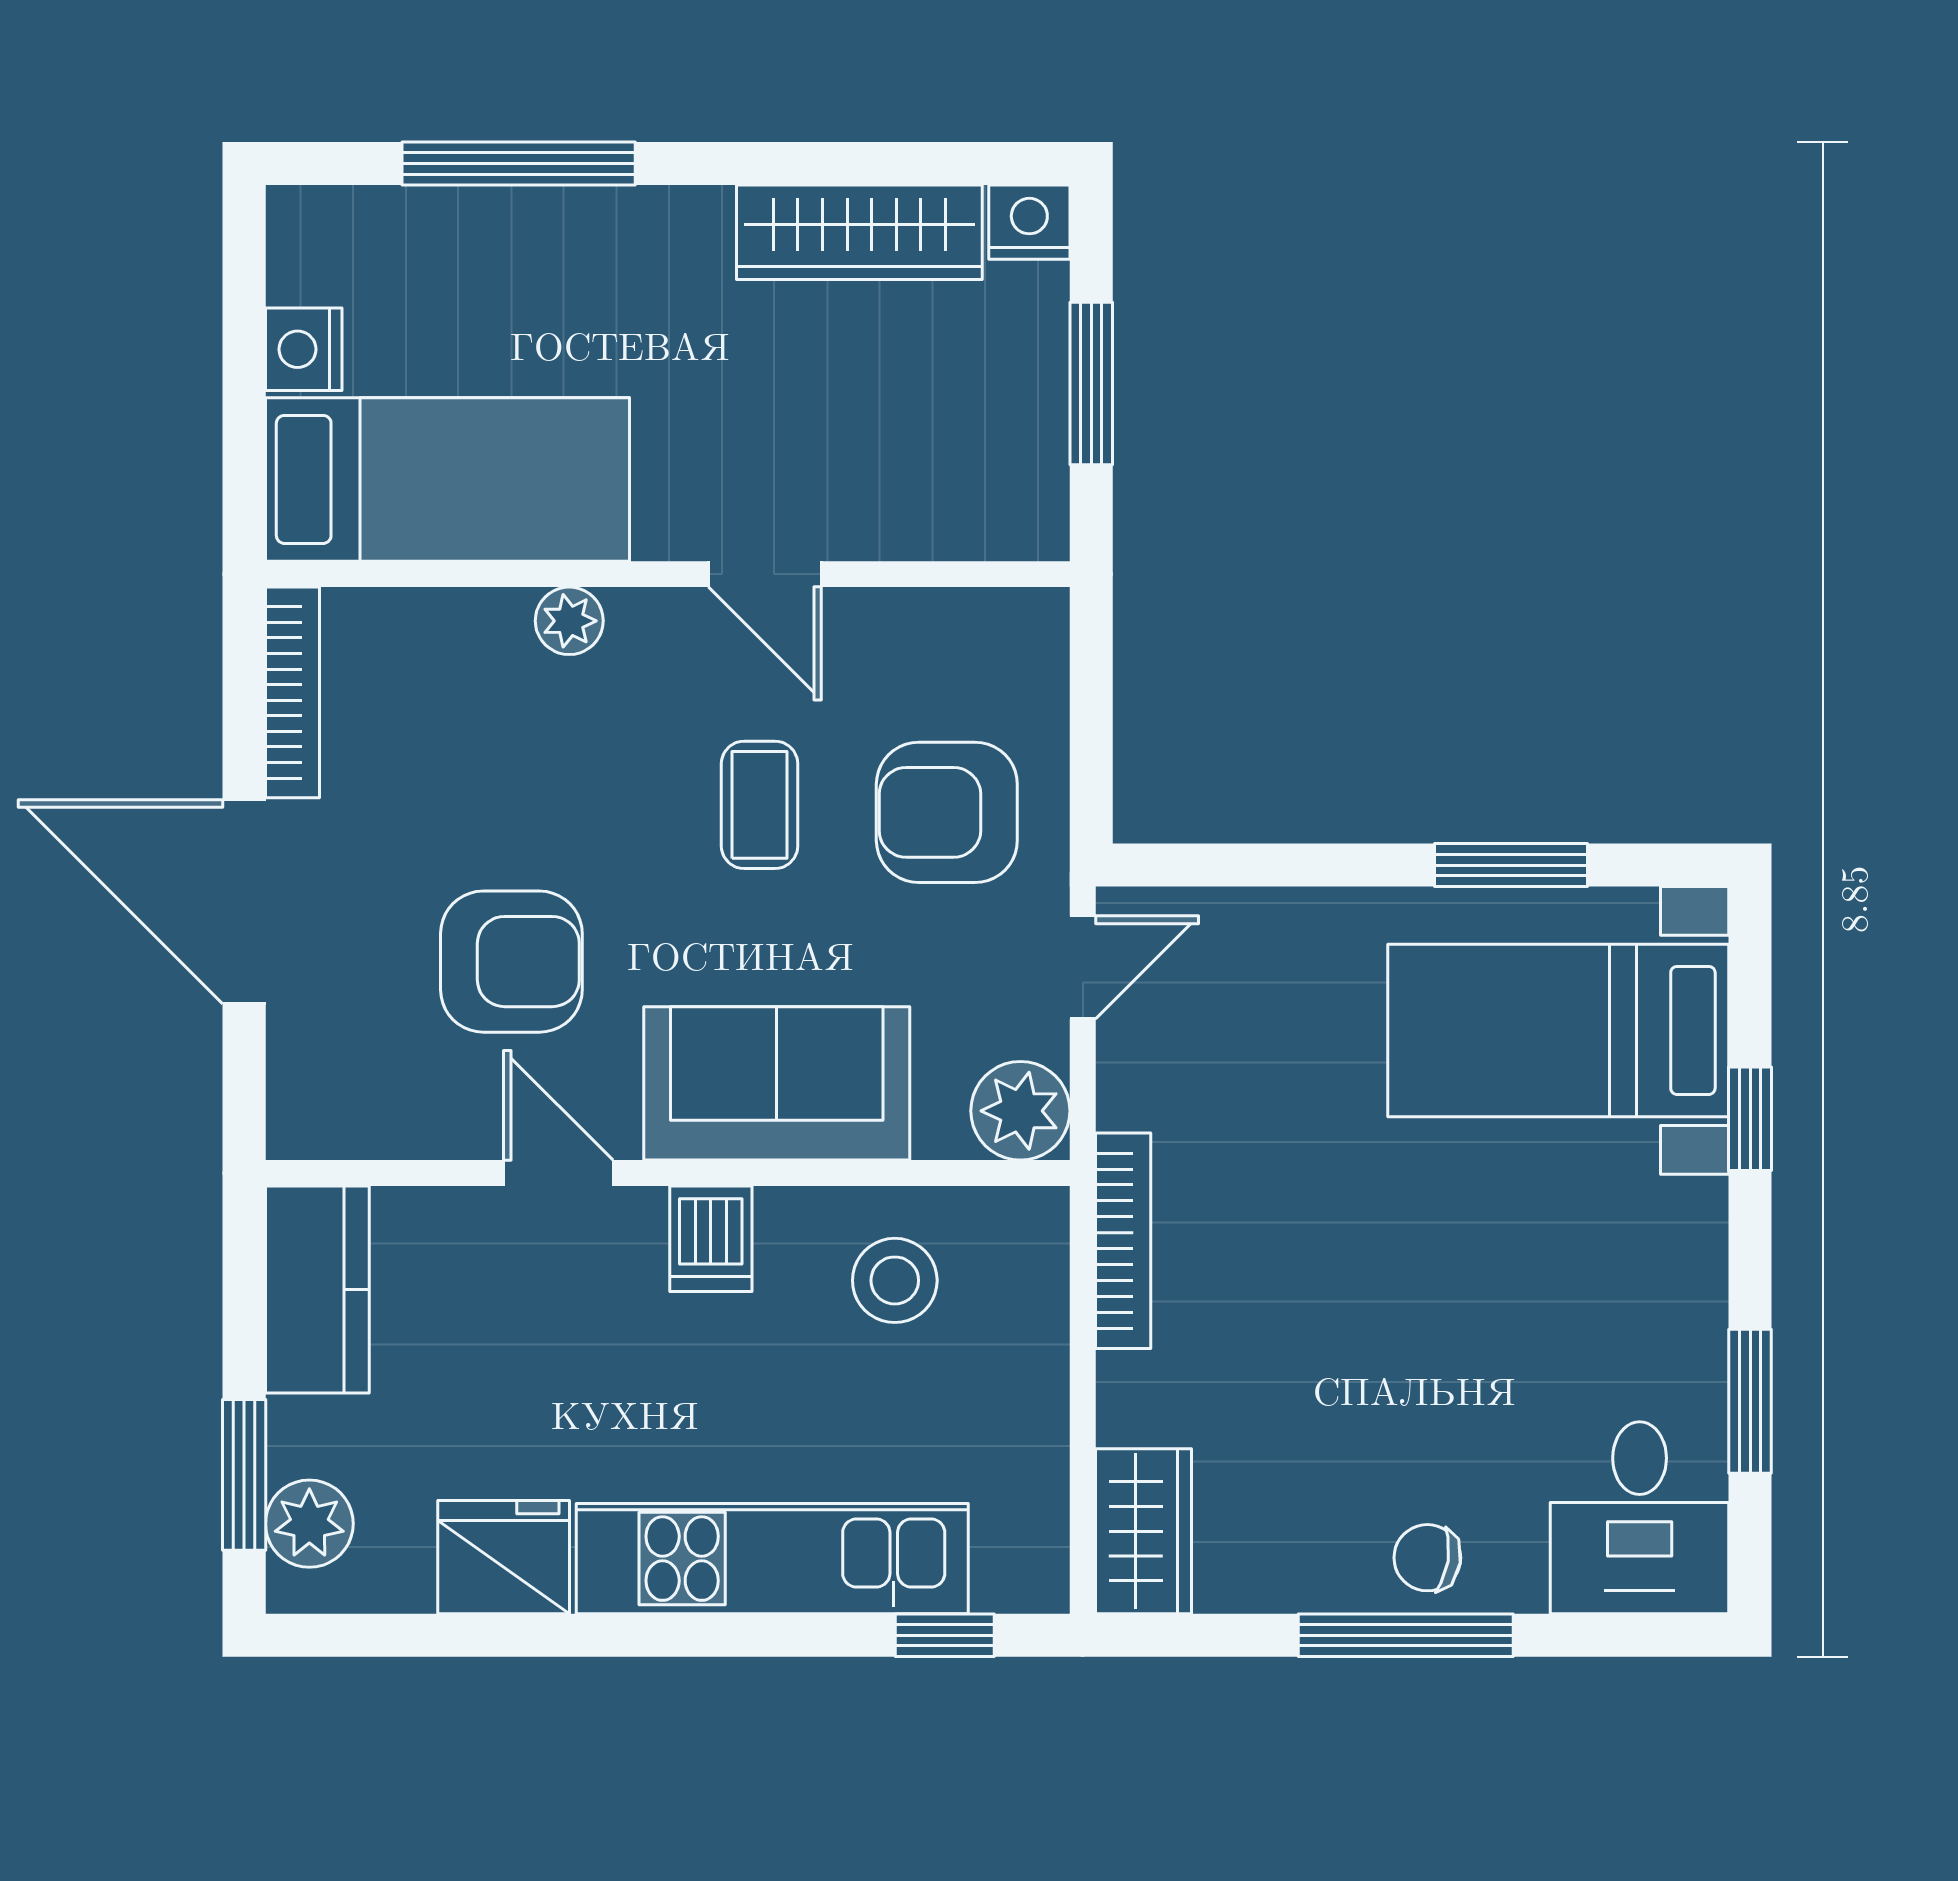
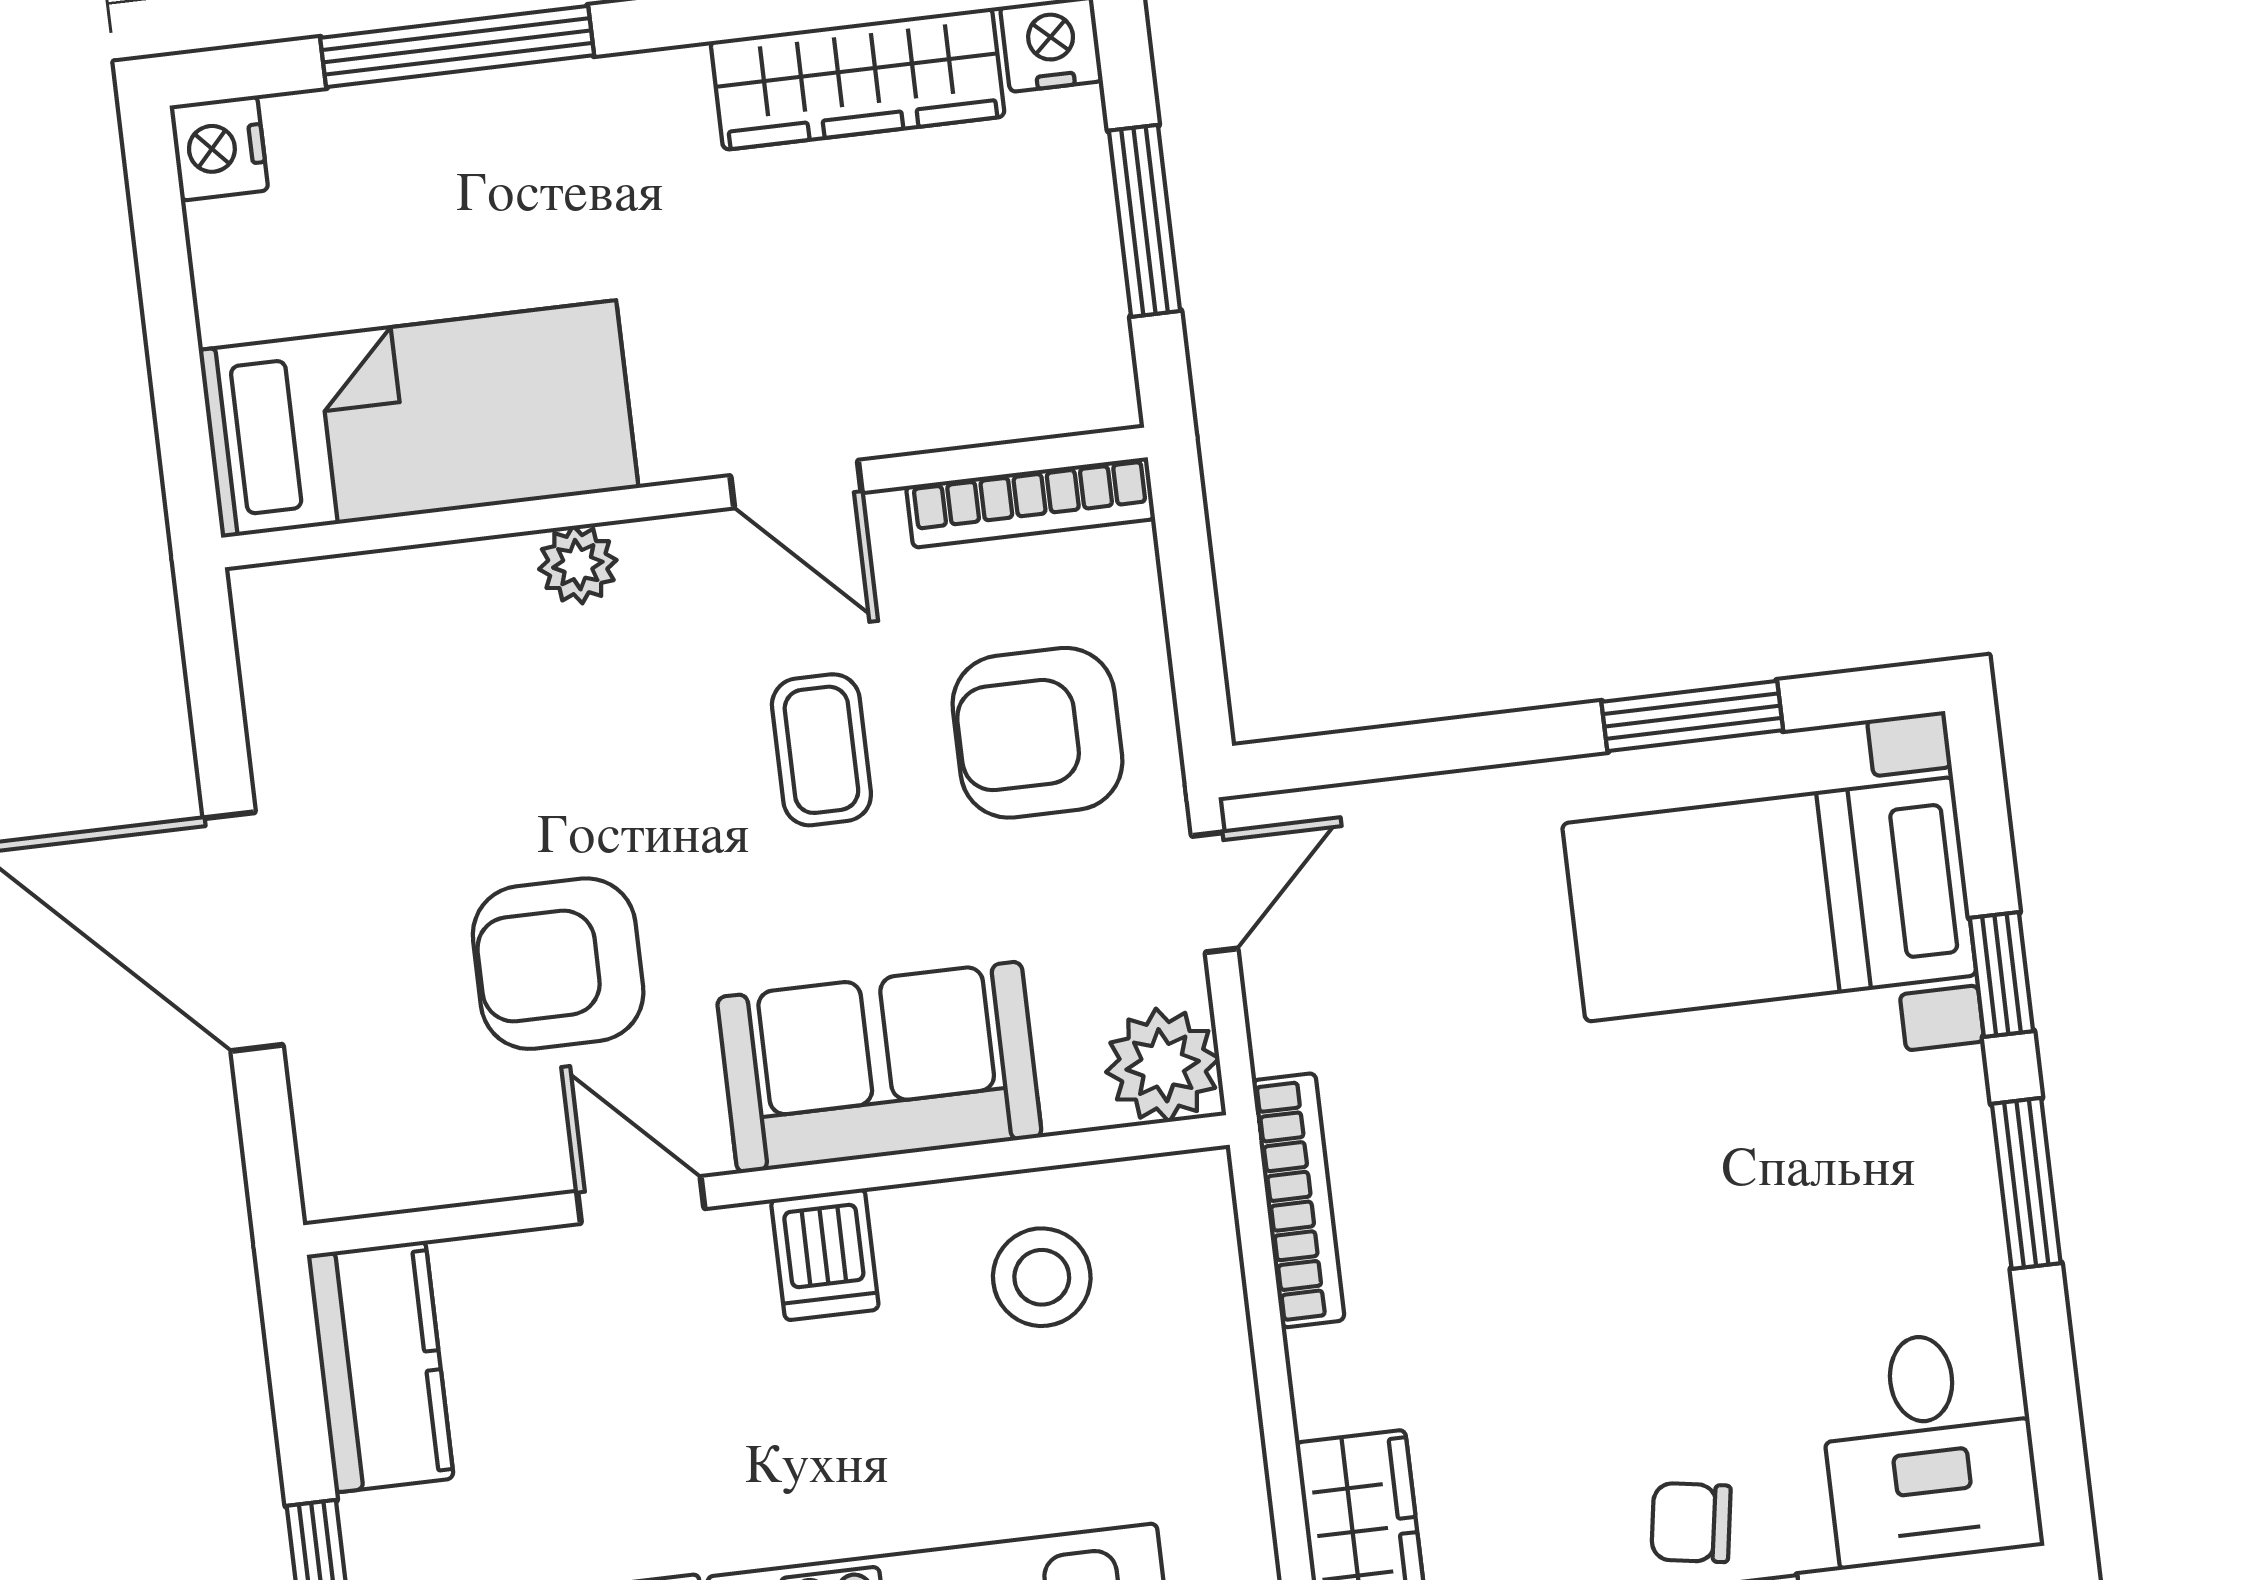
nightstand: (304, 349) -> (219, 148), moved
bookcase: (293, 692) -> (1030, 503), moved, turned 90
armchair: (511, 962) -> (558, 964), turned 180
window: (1750, 1401) -> (2026, 1183), moved

